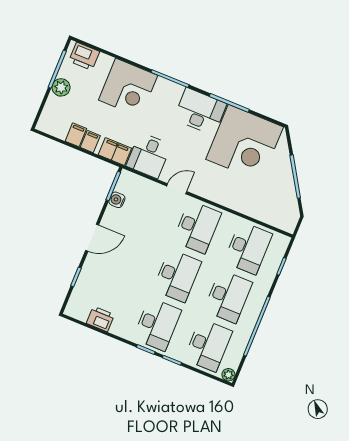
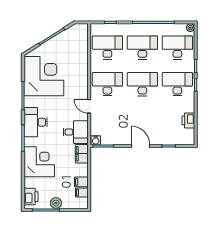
desk: (200, 111) -> (36, 122), moved
filing cabinet: (90, 141) -> (82, 192), moved
water cooler: (117, 200) -> (96, 140), moved

